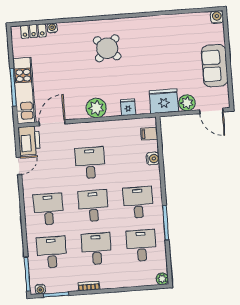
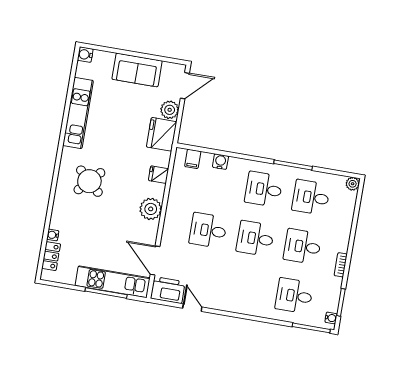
kitchen unit: (164, 24) -> (78, 113), added
desk: (48, 209) -> (247, 288), removed

